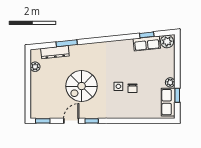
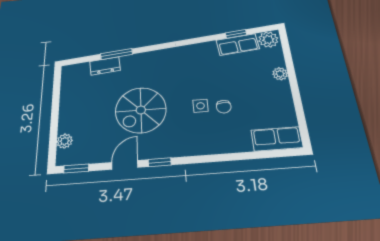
dresser: (55, 52) -> (105, 66), width x0.70
plant: (35, 67) -> (65, 141), moved
plant: (170, 82) -> (280, 74), moved
window: (177, 95) -> (300, 111), removed
row of seats: (168, 102) -> (277, 139), moved, turned 90

